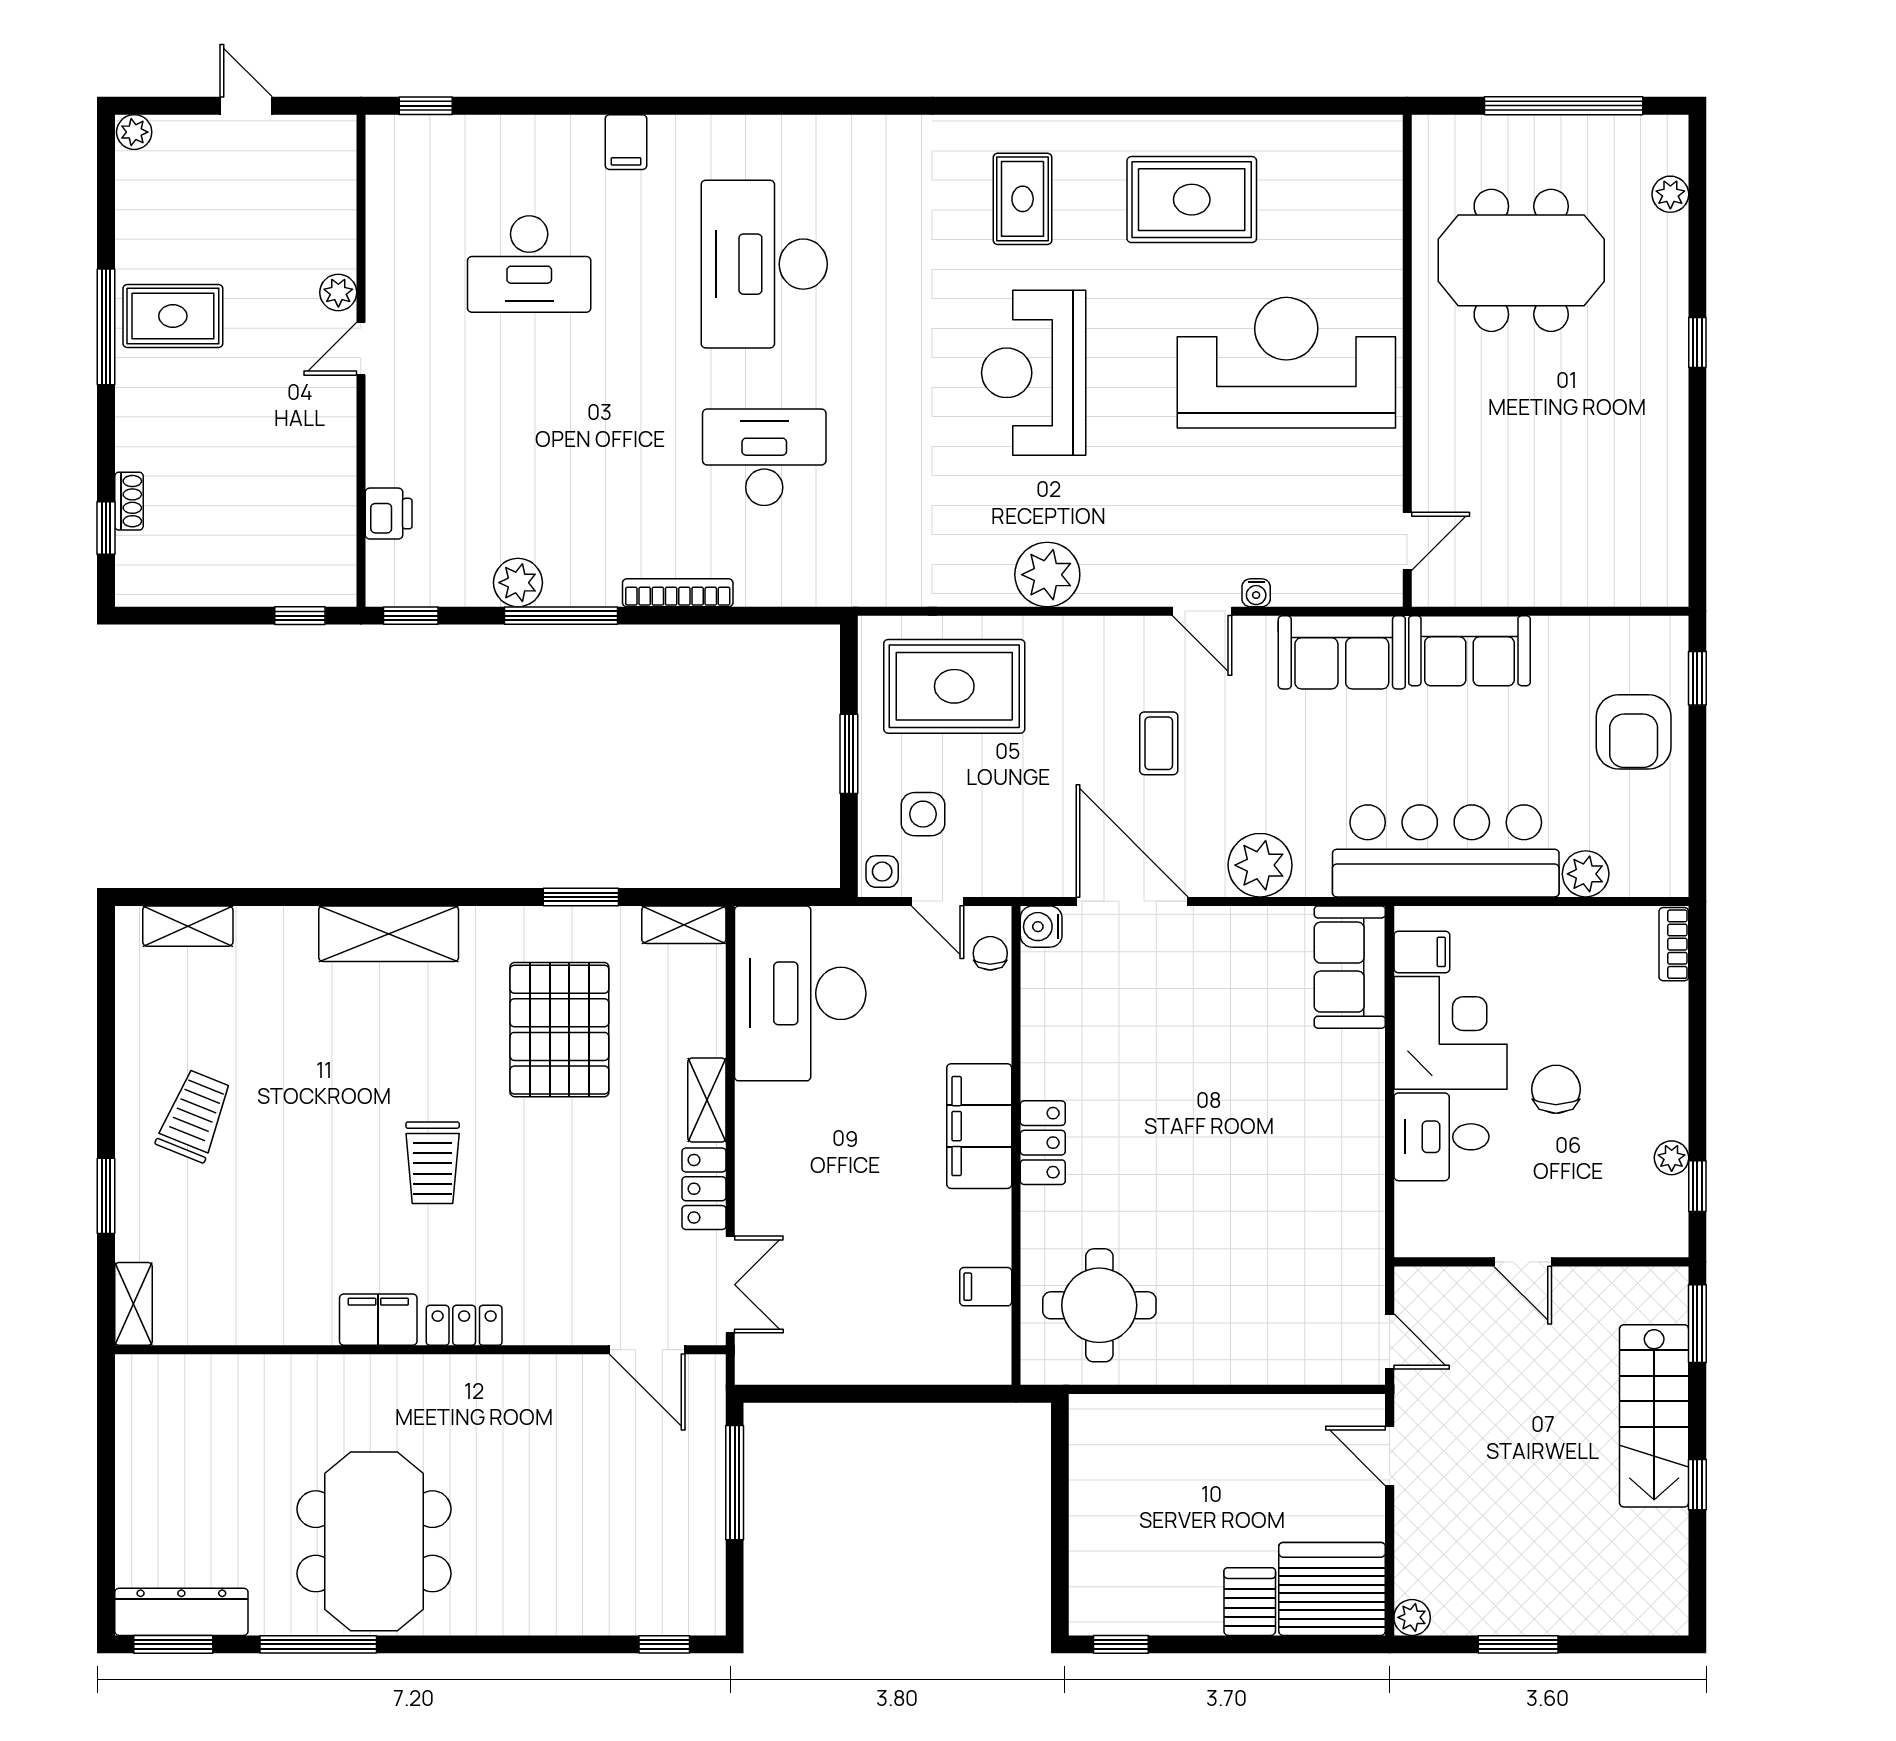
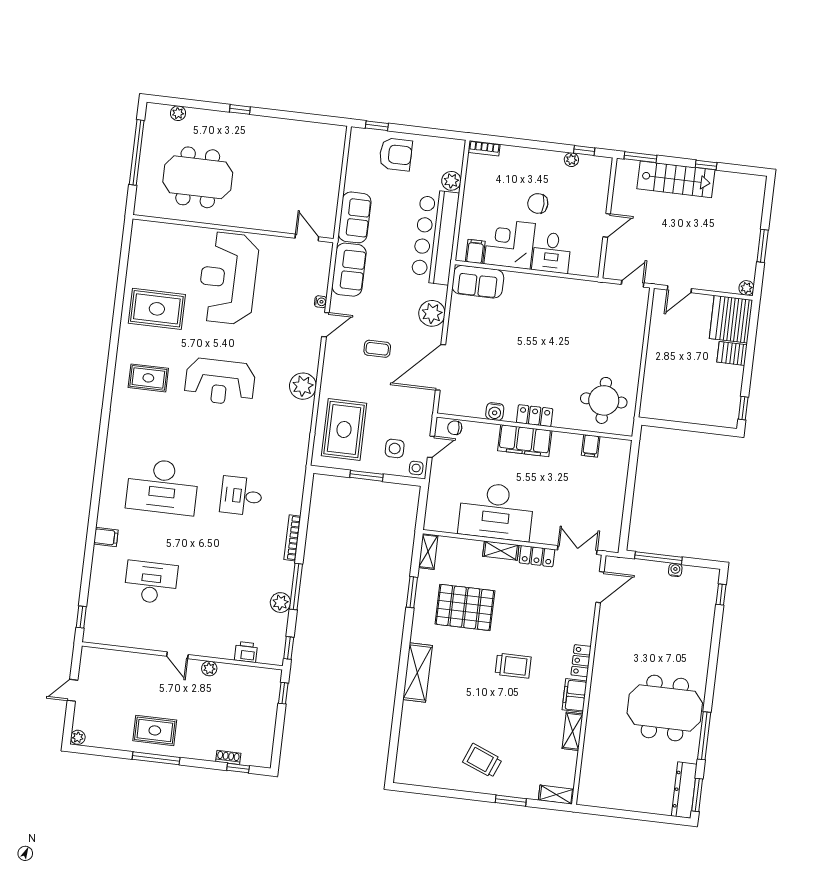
rug: (1192, 200) -> (157, 309), turned 90
meeting table: (1521, 260) -> (198, 177), turned 90
desk: (529, 264) -> (151, 582), turned -90
plant: (338, 292) -> (209, 668), moved
rug: (173, 316) -> (155, 730), turned 90
desk: (764, 457) -> (241, 496), width x0.73
shelving: (188, 926) -> (573, 731), moved
water cooler: (1041, 927) -> (495, 411), moved
desk: (800, 993) -> (496, 511), moved
water cooler: (710, 1527) -> (675, 570), added

